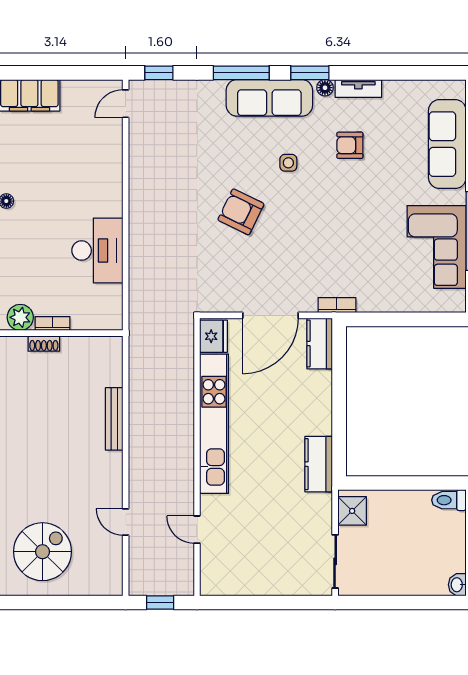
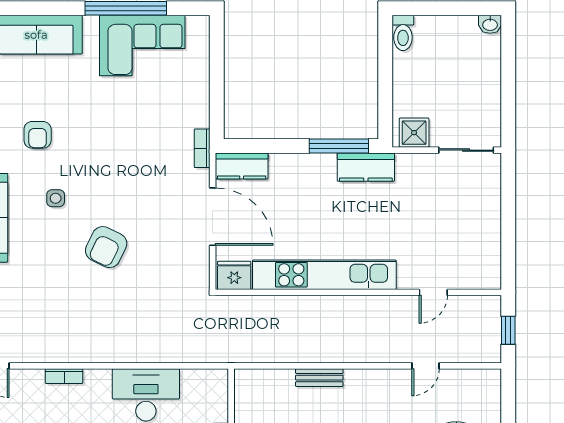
bookcase: (116, 171) -> (64, 376), added
bench: (114, 419) -> (319, 378), width x0.73
window: (339, 438) -> (339, 146), added

